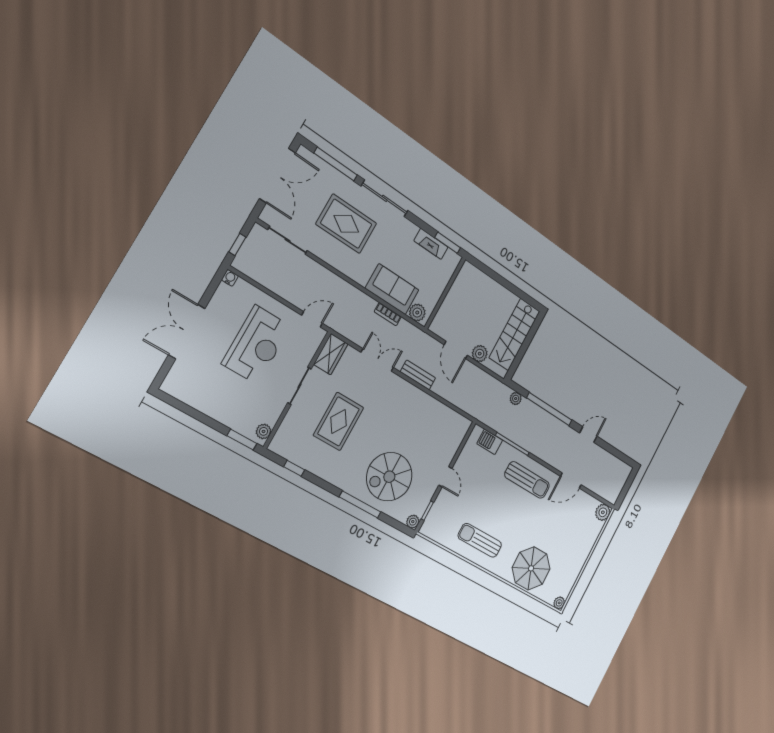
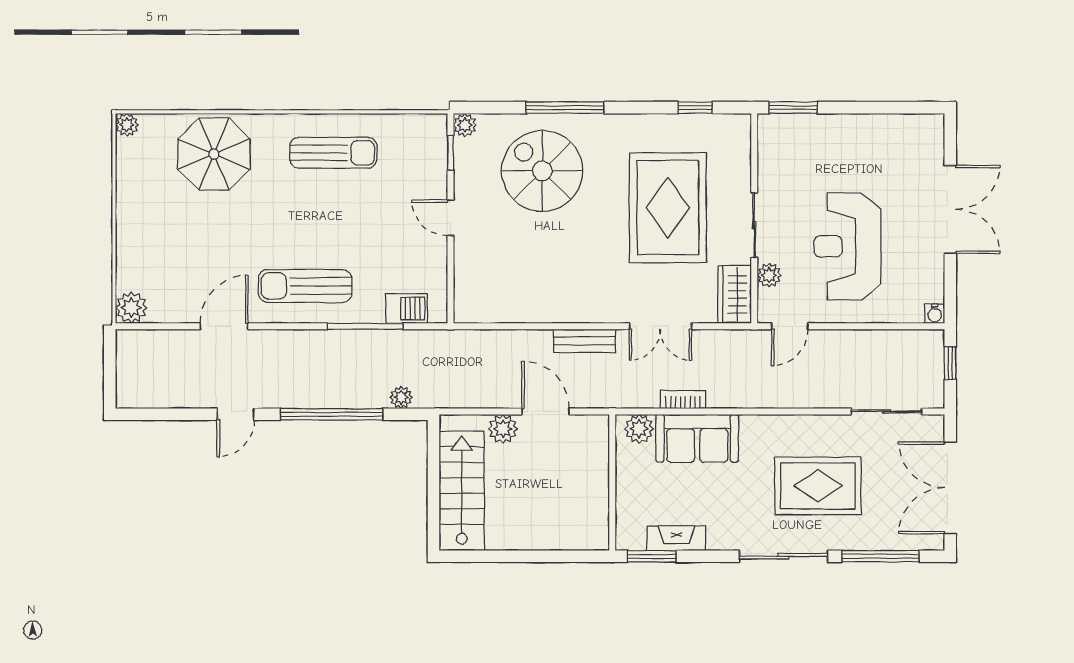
rug: (339, 421) -> (668, 208), width x1.37, depth x1.44
plant: (264, 431) -> (769, 275), moved
spiral stairs: (389, 477) -> (542, 171), turned -90

